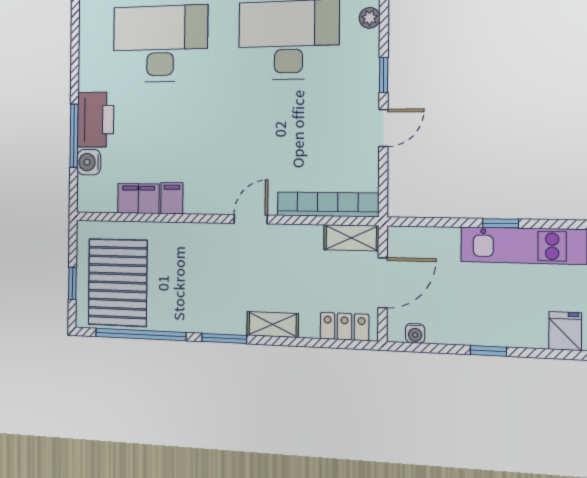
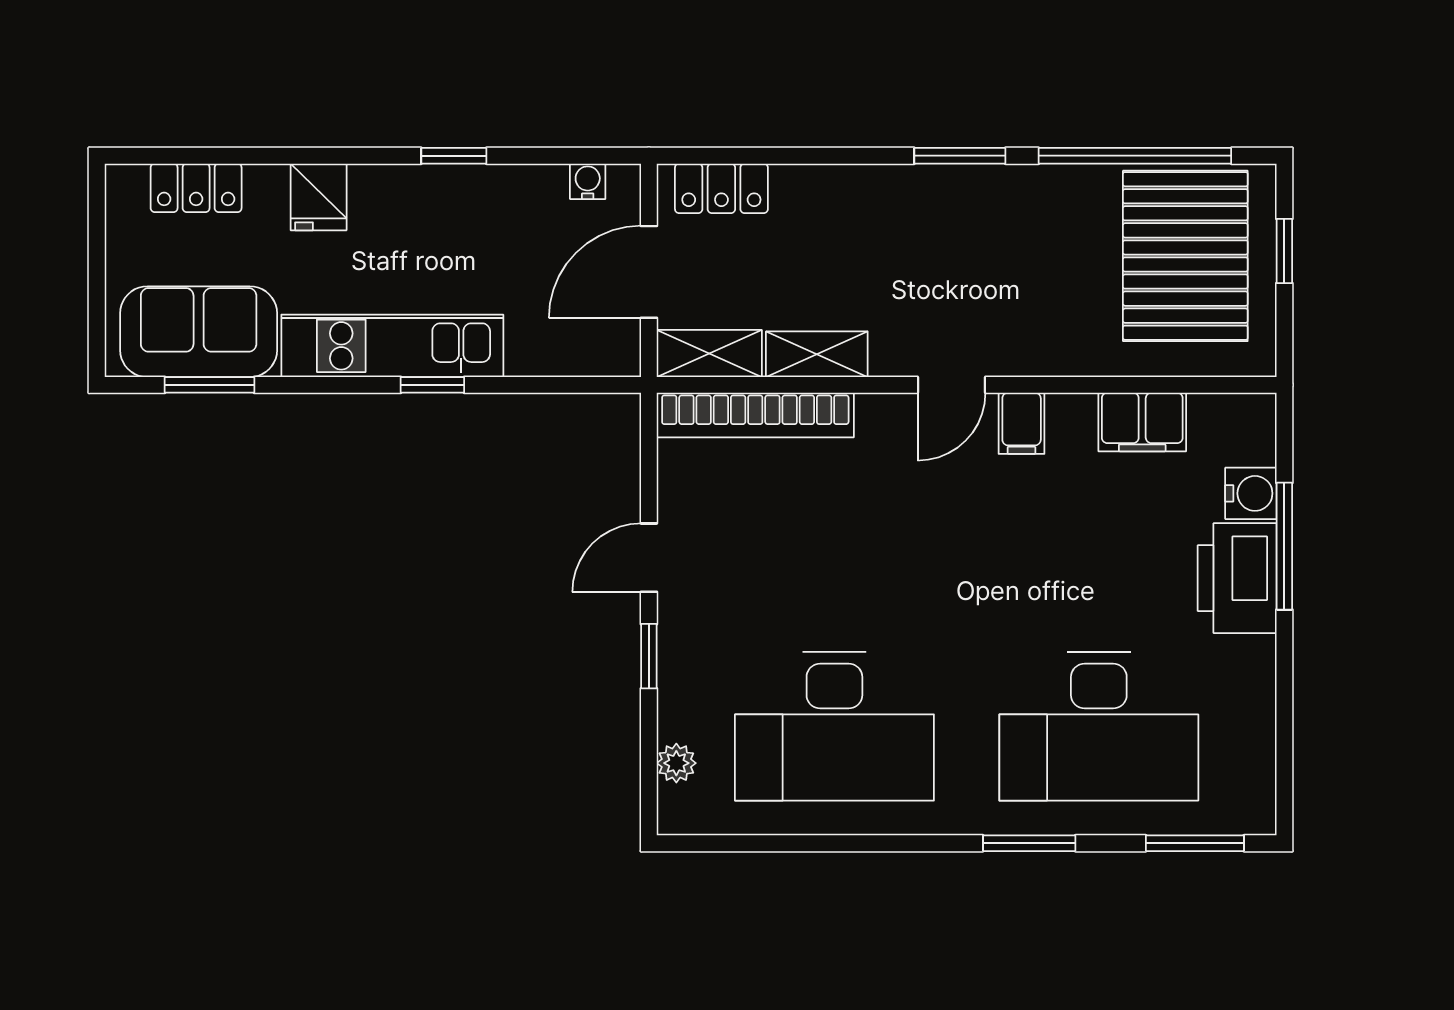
filing cabinet: (172, 198) -> (1022, 423), moved
door: (251, 219) -> (952, 385), moved
shelving: (273, 324) -> (817, 354), moved

